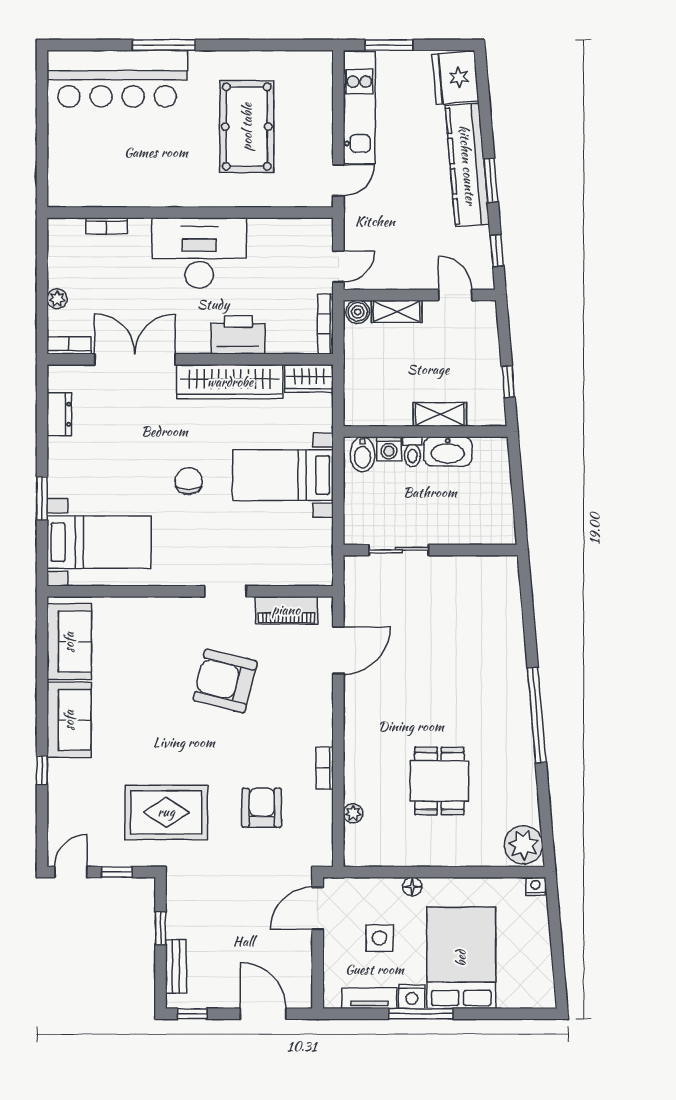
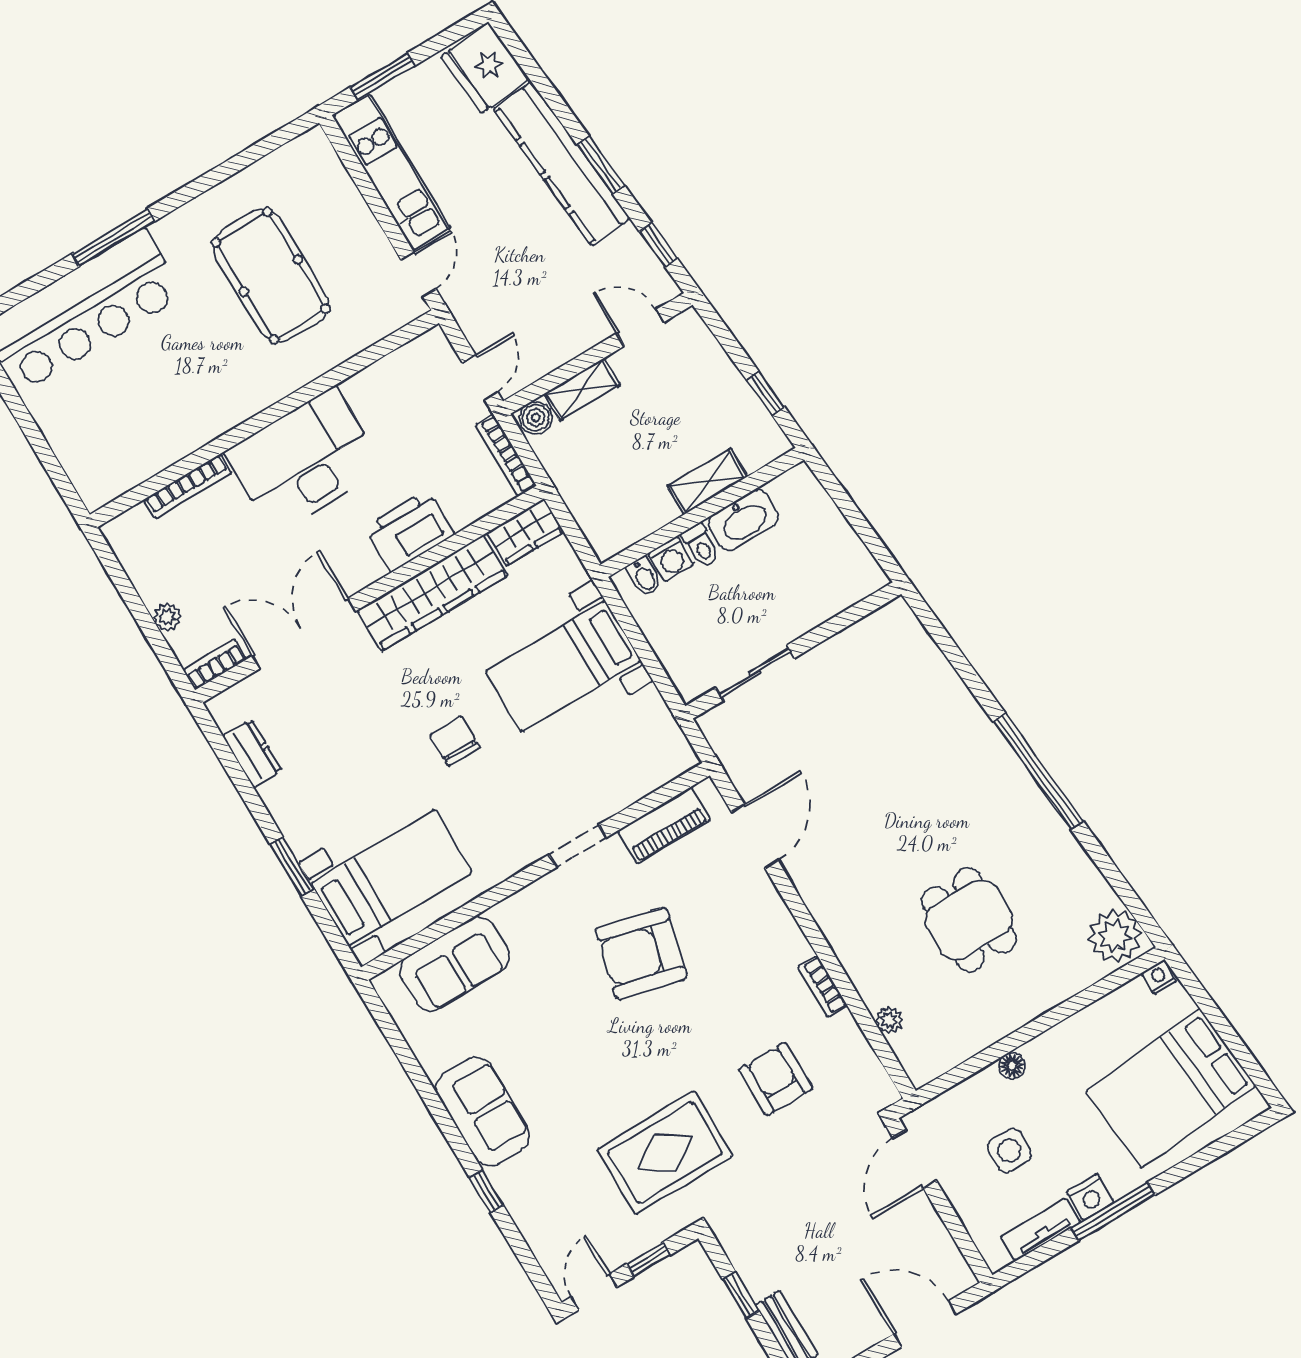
bookcase: (106, 226) -> (188, 486), width x1.56
bidet: (363, 454) -> (644, 576), width x0.72, depth x0.74
sofa: (69, 642) -> (455, 964), moved, turned 90
bed: (461, 958) -> (1171, 1089), moved, turned -95

